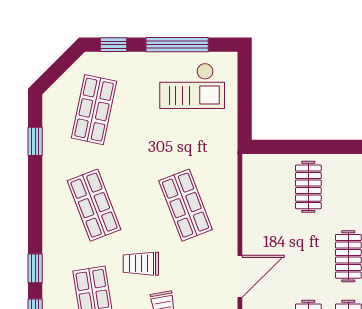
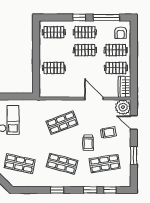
window: (35, 141) -> (57, 190), moved
shop shelf: (94, 205) -> (62, 164), turned 36

